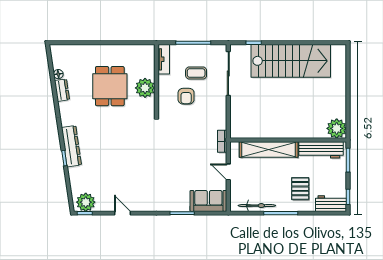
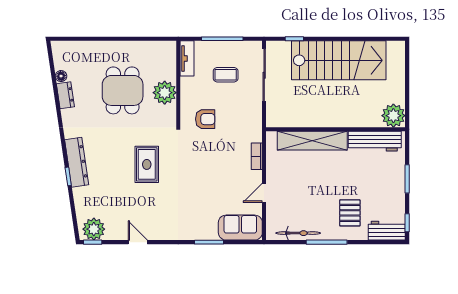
armchair: (186, 96) -> (205, 119), moved, turned -90
plant: (337, 128) -> (393, 116), moved
wall: (288, 140) -> (336, 129), moved
rug: (130, 148) -> (147, 164), added
shelving: (269, 149) -> (312, 141), moved
workbench: (321, 150) -> (375, 141), moved
door: (228, 172) -> (264, 193), hinge flipped

